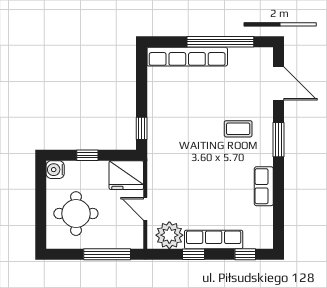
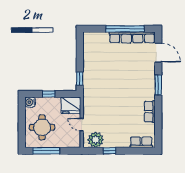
row of seats: (187, 57) -> (132, 37), moved
coffee table: (238, 129) -> (135, 79), removed
row of seats: (214, 240) -> (141, 142), moved, width x0.68
window: (107, 254) -> (46, 151), moved
window: (245, 254) -> (139, 151), removed

